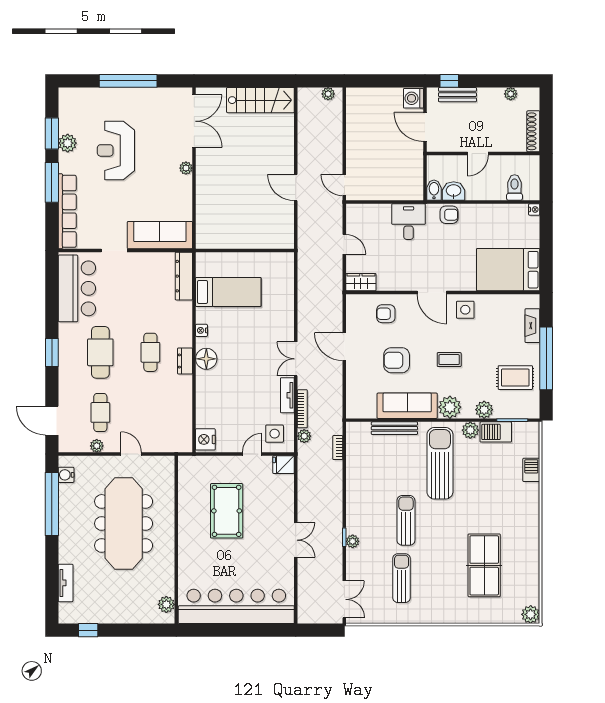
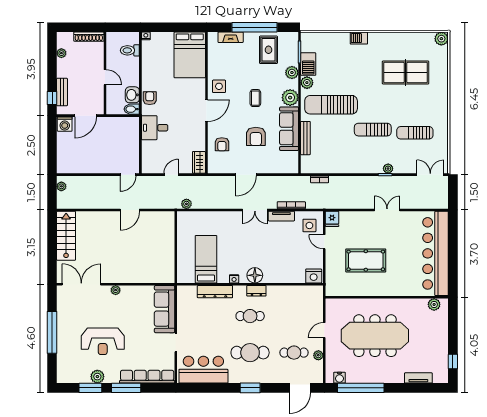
dresser: (184, 276) -> (215, 292), moved
plant: (304, 436) -> (186, 204), moved
barbecue: (531, 470) -> (359, 38), moved

